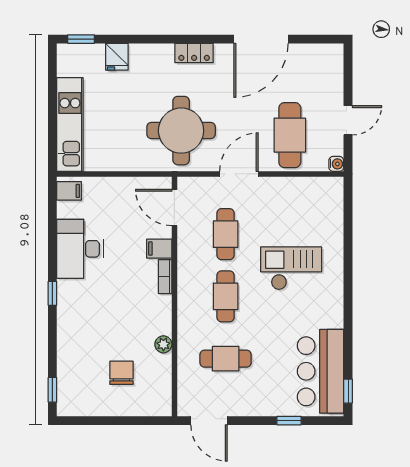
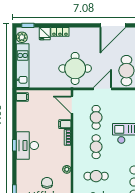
locker: (194, 53) -> (60, 32), moved
plant: (68, 65) -> (22, 37), added
desk: (80, 249) -> (27, 145), moved

